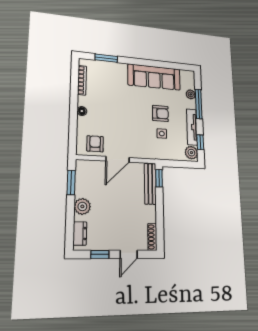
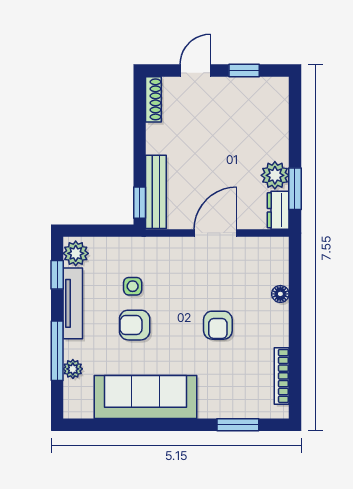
floor lamp: (82, 111) -> (280, 294), moved
armchair: (95, 144) -> (218, 325), moved
plant: (82, 206) -> (275, 175), moved
dresser: (80, 233) -> (278, 210), moved

